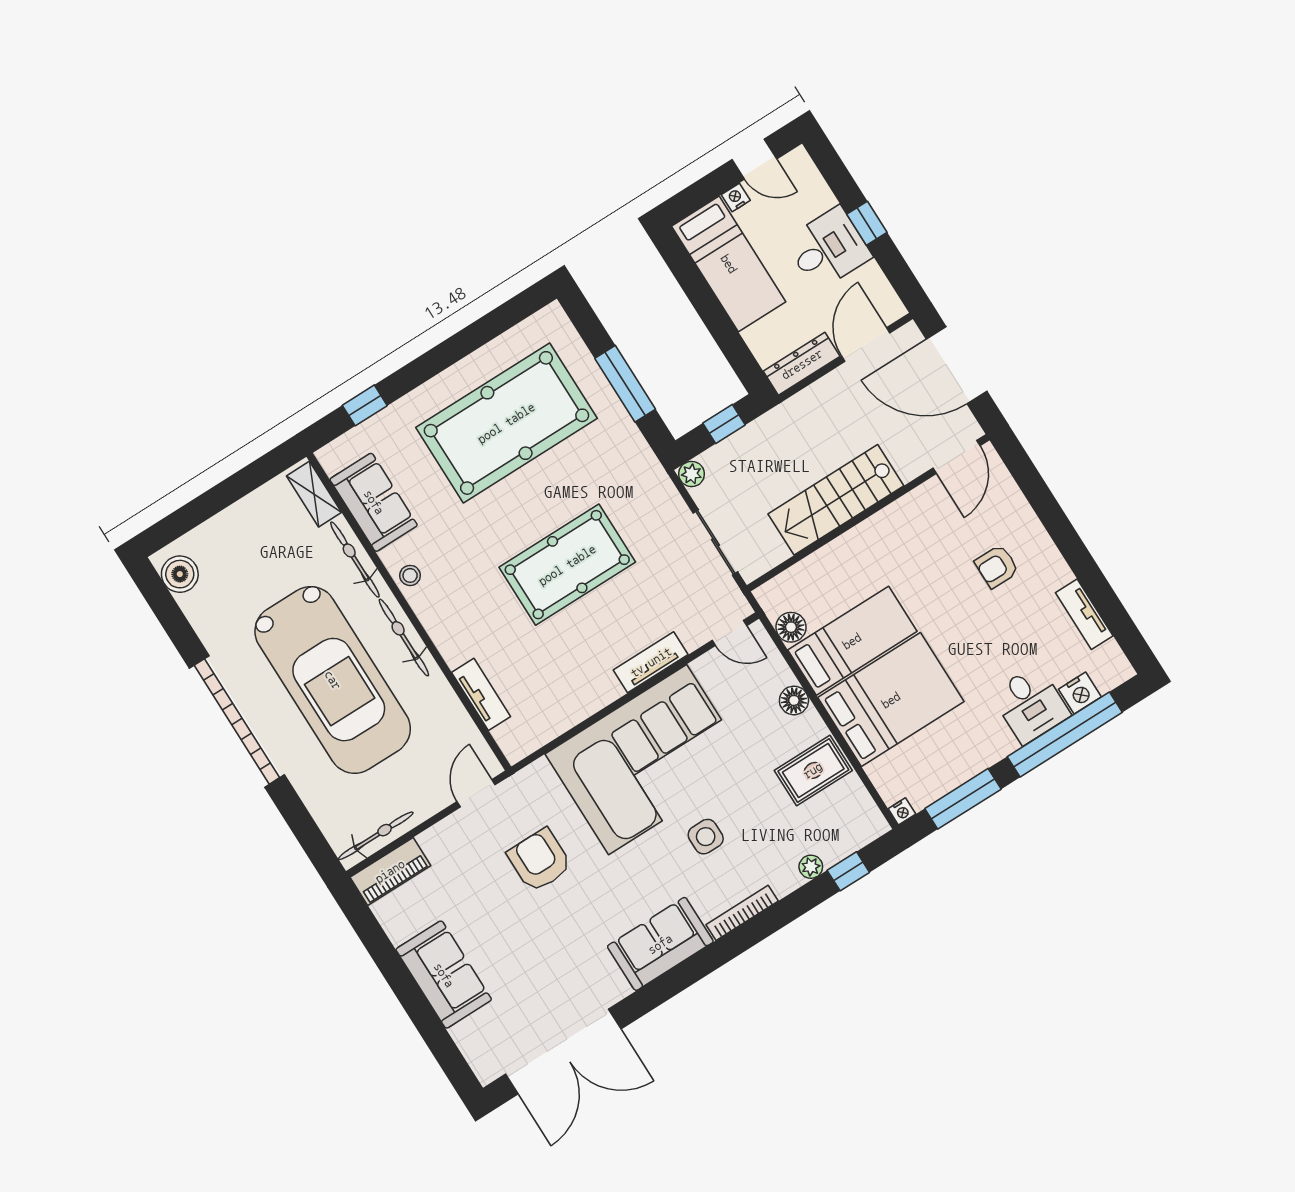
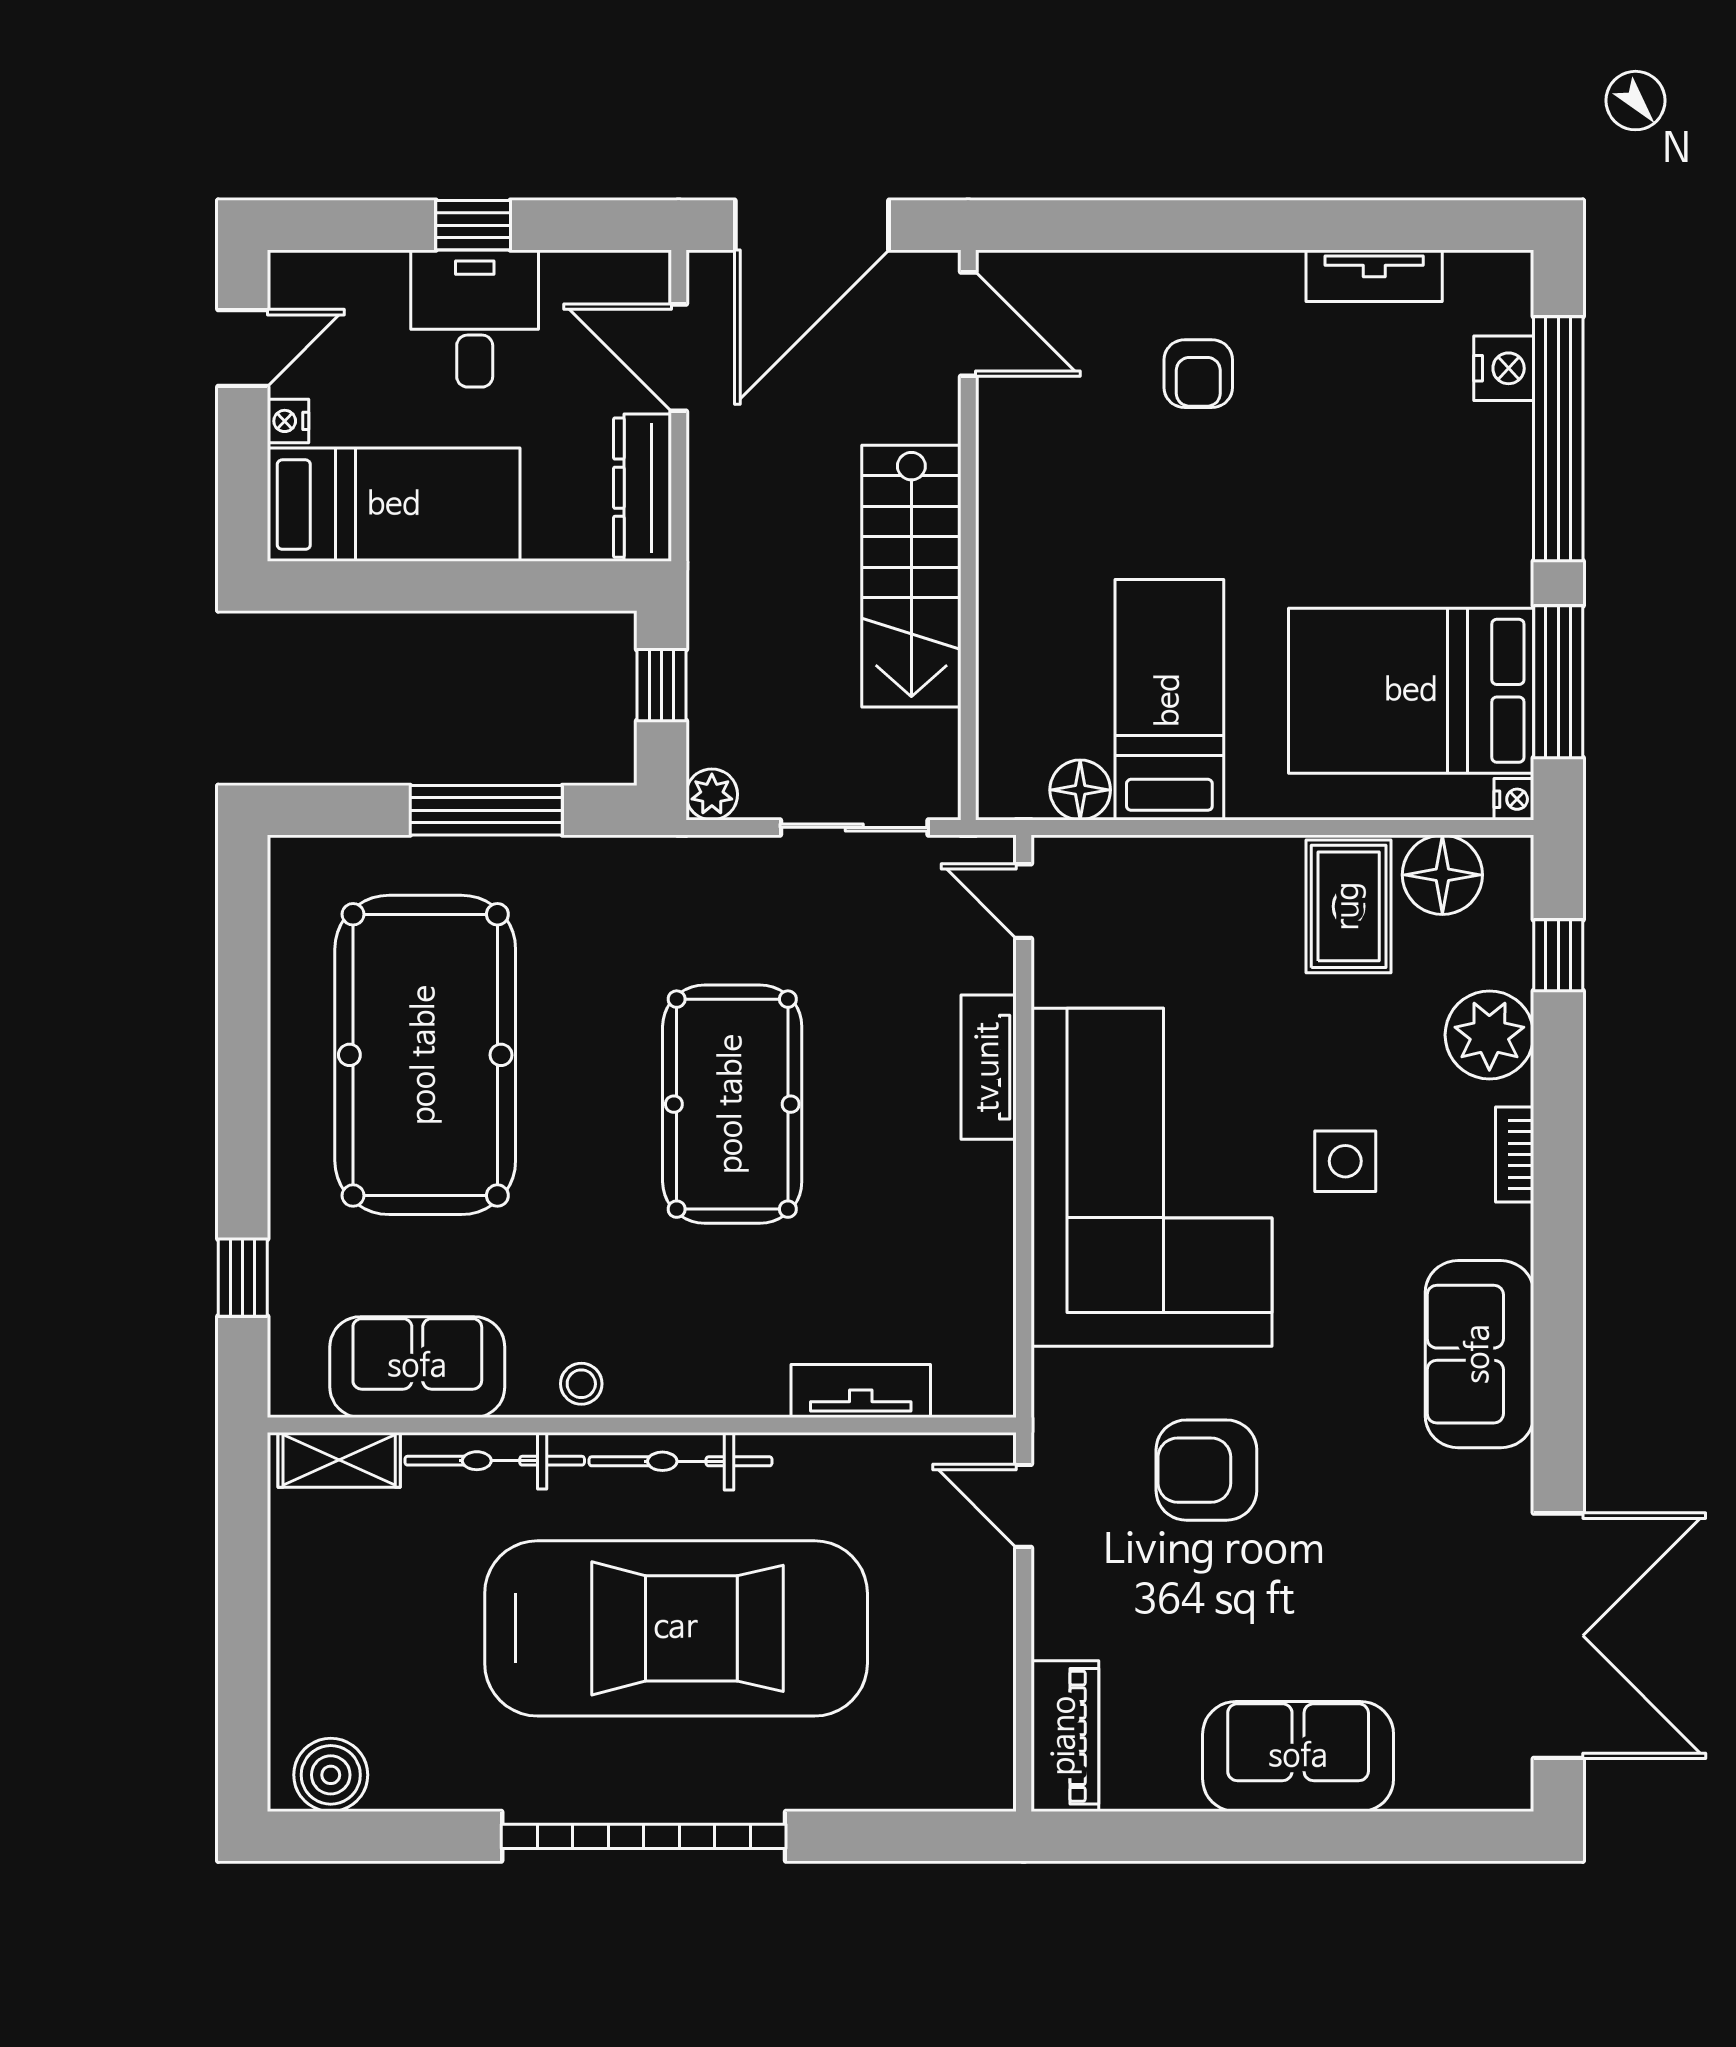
door: (729, 633) -> (1024, 901), swing flipped
floor lamp: (794, 700) -> (1442, 875), moved, width x1.38, depth x1.38
bed: (891, 700) -> (1411, 691), moved, turned -90
desk: (1030, 704) -> (1470, 465), removed
bicycle: (376, 836) -> (988, 1723), removed
plant: (811, 867) -> (1489, 1035), width x1.88, depth x1.88
bookcase: (742, 913) -> (1515, 1154), width x0.64

